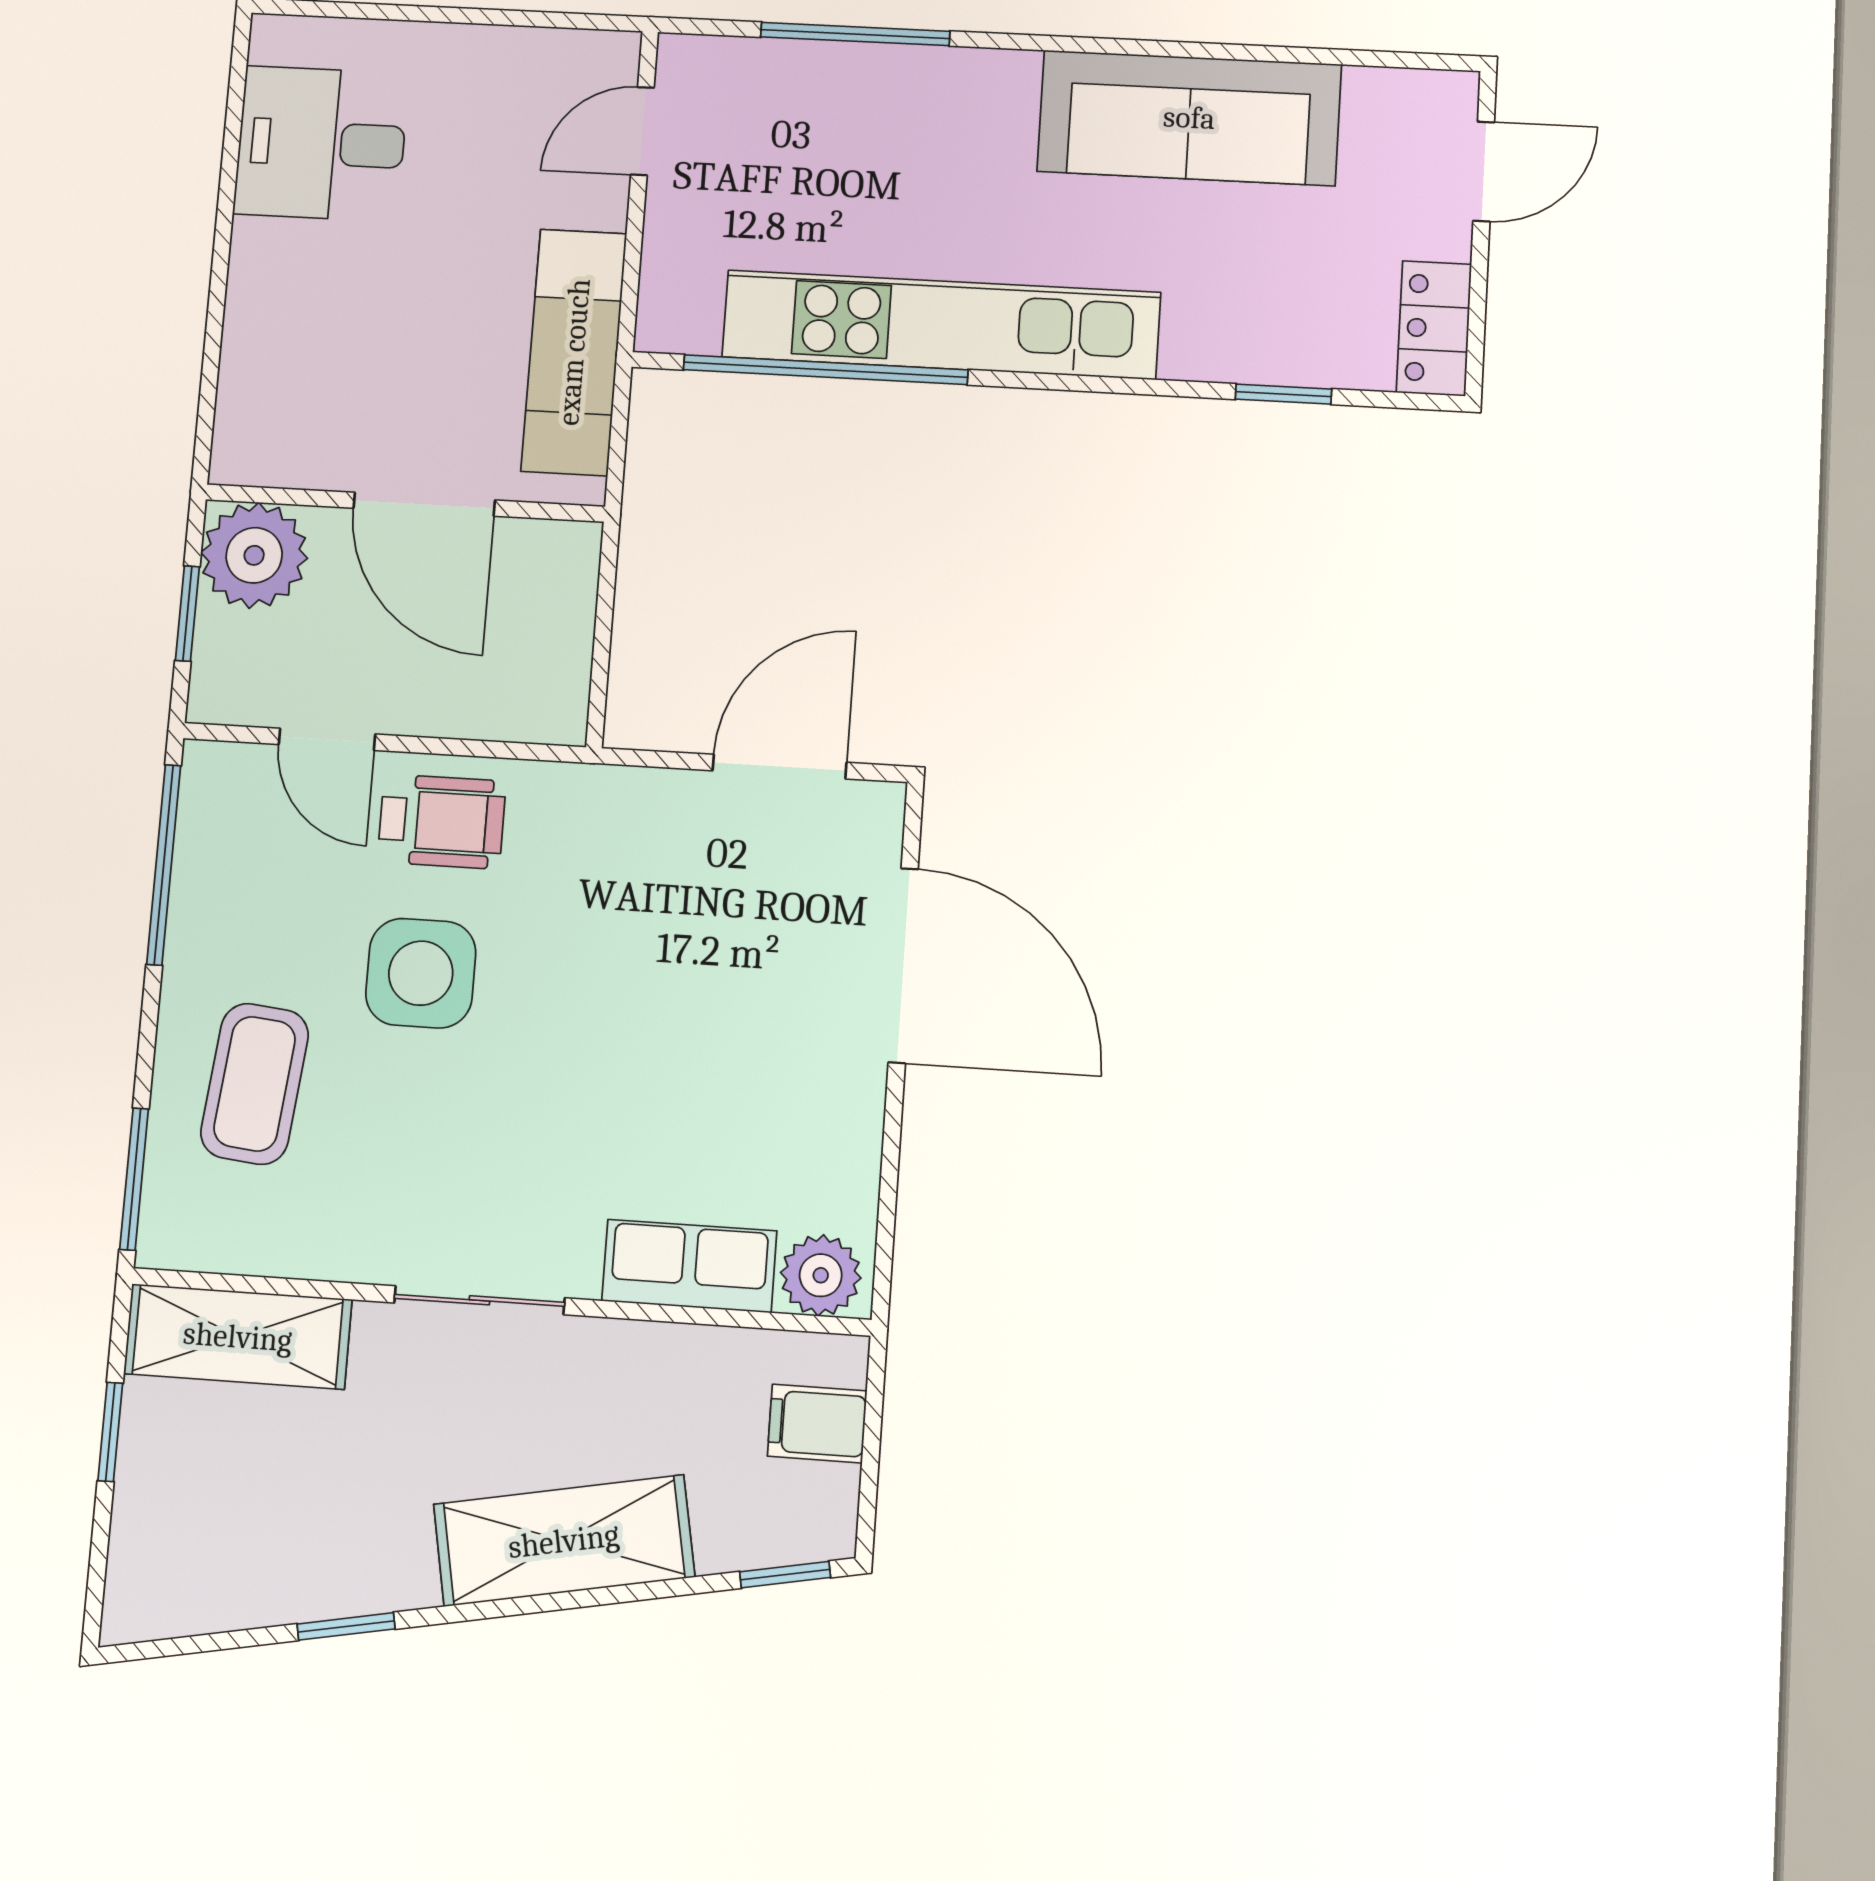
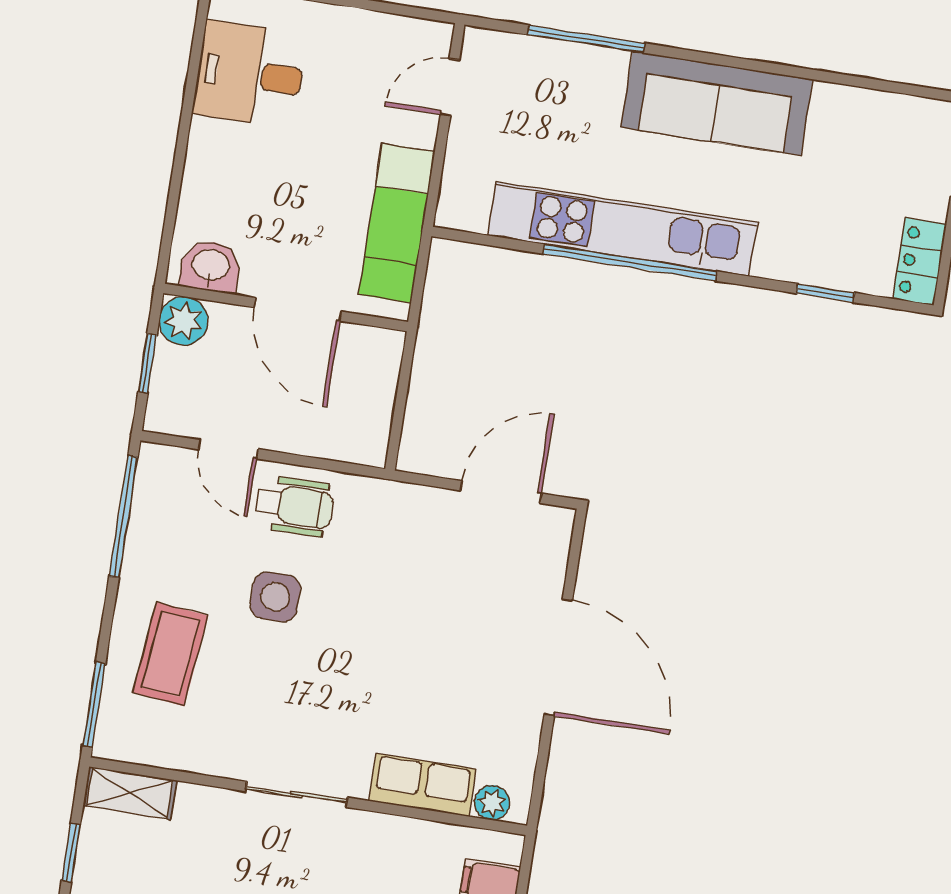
sofa: (1189, 118) -> (717, 103), moved
window: (825, 370) -> (630, 262), moved
washbasin: (279, 450) -> (210, 266), added
plant: (254, 555) -> (184, 321), width x0.73, depth x0.73
door: (903, 965) -> (558, 658), moved
side table: (421, 973) -> (275, 597), width x0.73, depth x0.73
plant: (821, 1275) -> (492, 803), width x0.73, depth x0.73
shelving: (238, 1337) -> (130, 793), width x0.67, depth x0.75

